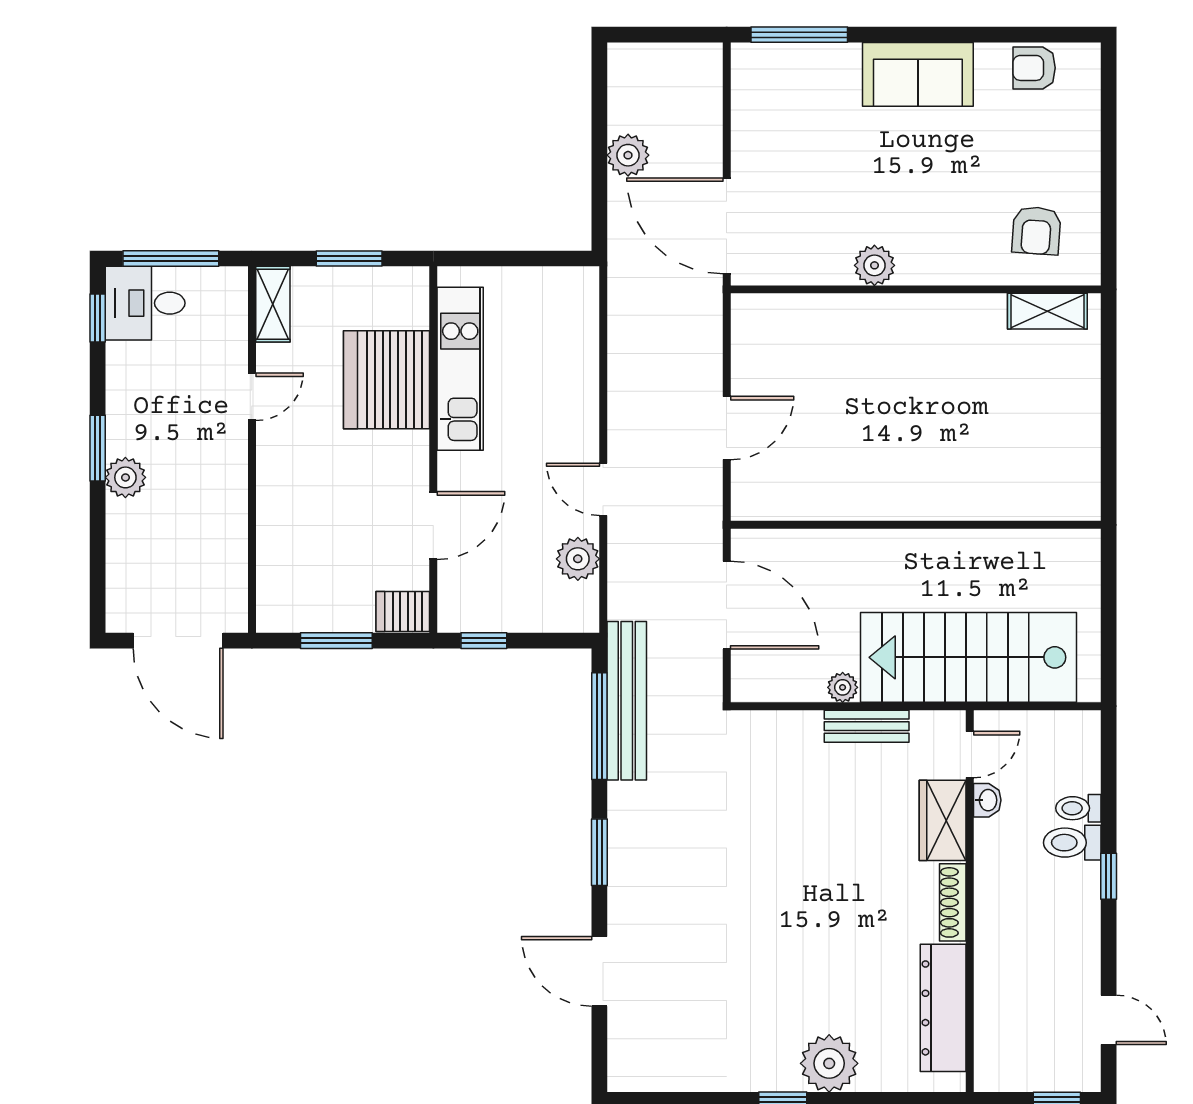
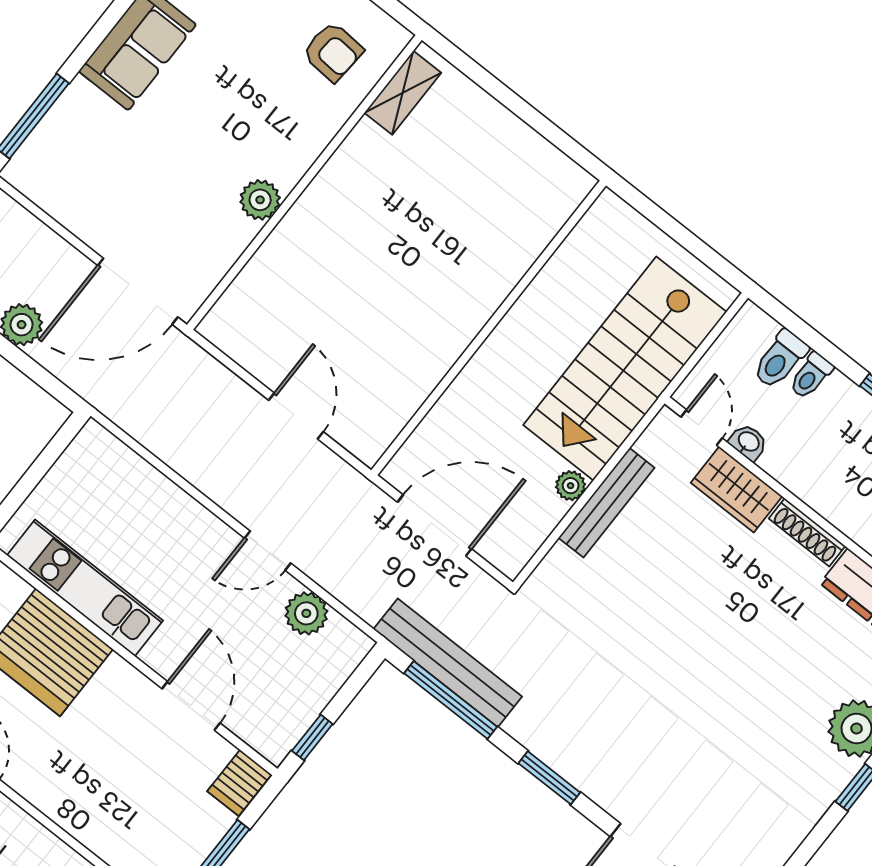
bench: (867, 726) -> (606, 503), width x1.36
toilet: (1072, 843) -> (780, 359), moved

